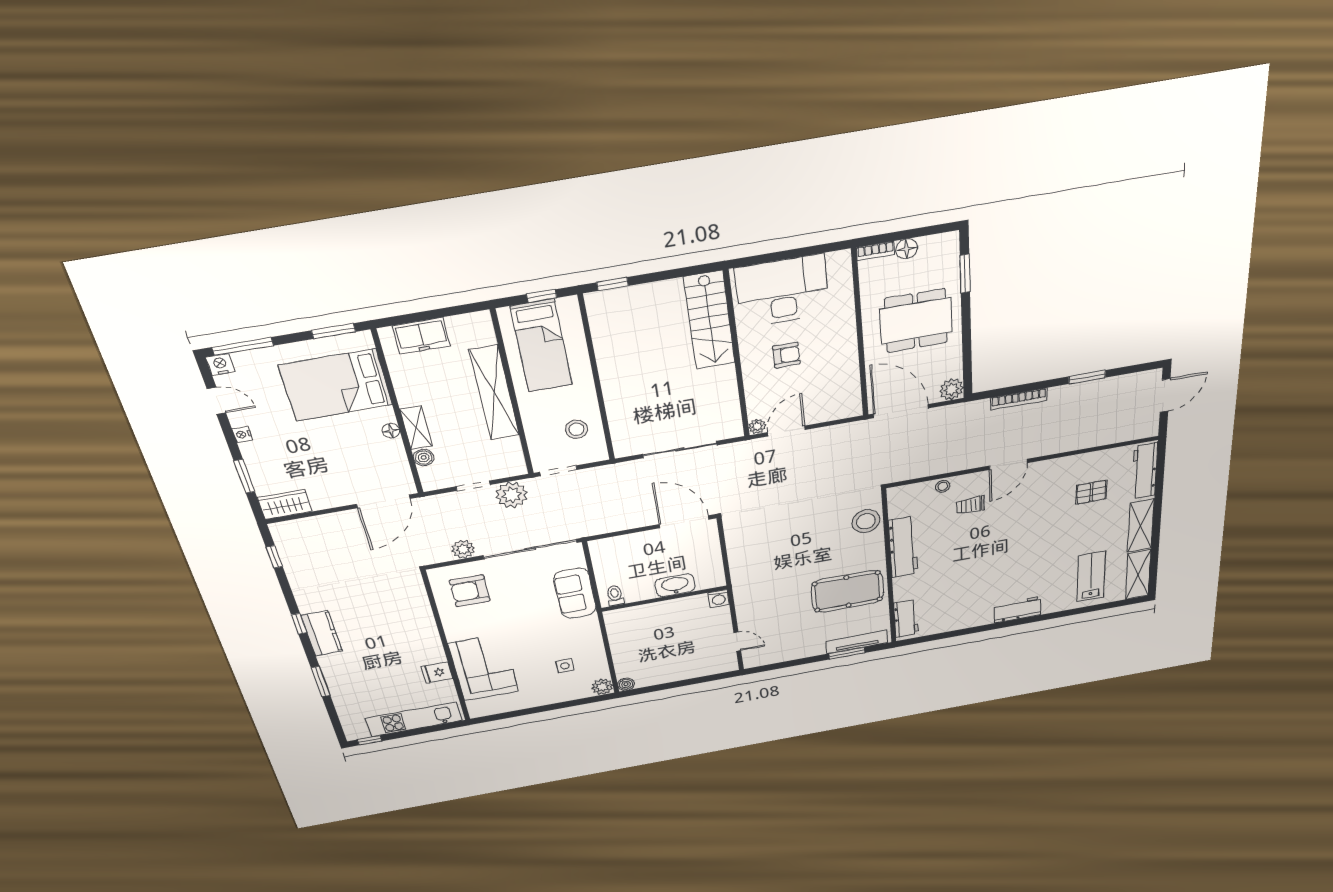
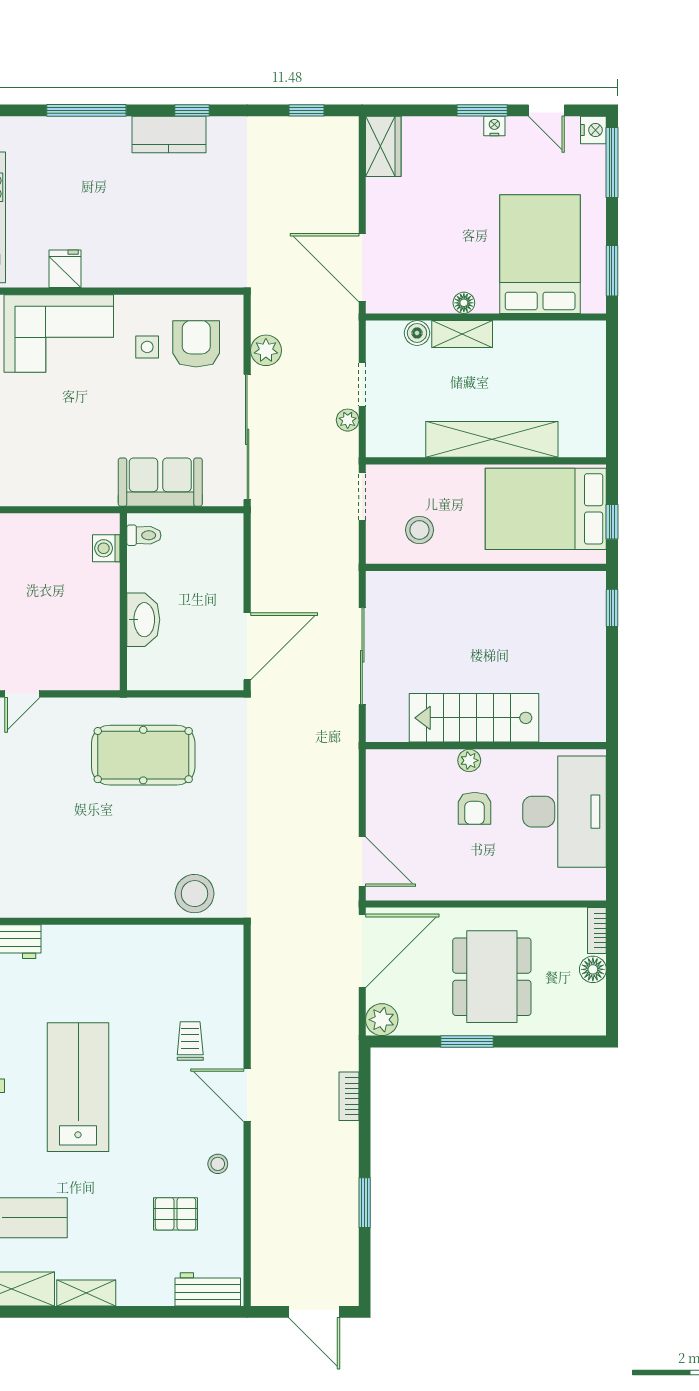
window: (965, 274) -> (467, 1041), moved
stairs: (710, 320) -> (474, 718), moved
freezer: (421, 336) -> (586, 370), removed
bed: (541, 346) -> (546, 509), width x1.50
bookcase: (1019, 399) -> (349, 1096), width x0.64
door: (216, 401) -> (546, 110), hinge flipped
plant: (757, 426) -> (469, 760), moved
door: (786, 431) -> (362, 862), moved
workbench: (1145, 471) -> (208, 1289), width x0.73
window: (244, 476) -> (482, 110), moved
stool: (943, 486) -> (218, 1164), moved
pallet: (1091, 492) -> (176, 1214), turned 90
plant: (512, 495) -> (348, 420), width x0.53, depth x0.53
shelving: (1141, 526) -> (86, 1293), width x0.67, depth x0.75
workbench: (903, 547) -> (139, 944), removed
lab bench: (1003, 563) -> (78, 1087), added
pool table: (847, 591) -> (143, 755), moved, turned 90
washing machine: (719, 599) -> (106, 548), moved
side table: (565, 666) -> (147, 347), moved
window: (321, 682) -> (86, 110), width x1.44

